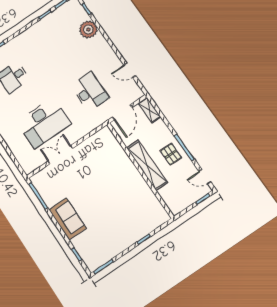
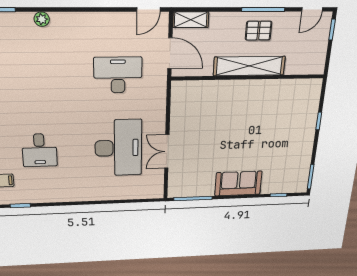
plant: (88, 29) -> (42, 19), width x0.53, depth x0.53
door: (130, 70) -> (148, 10), moved

